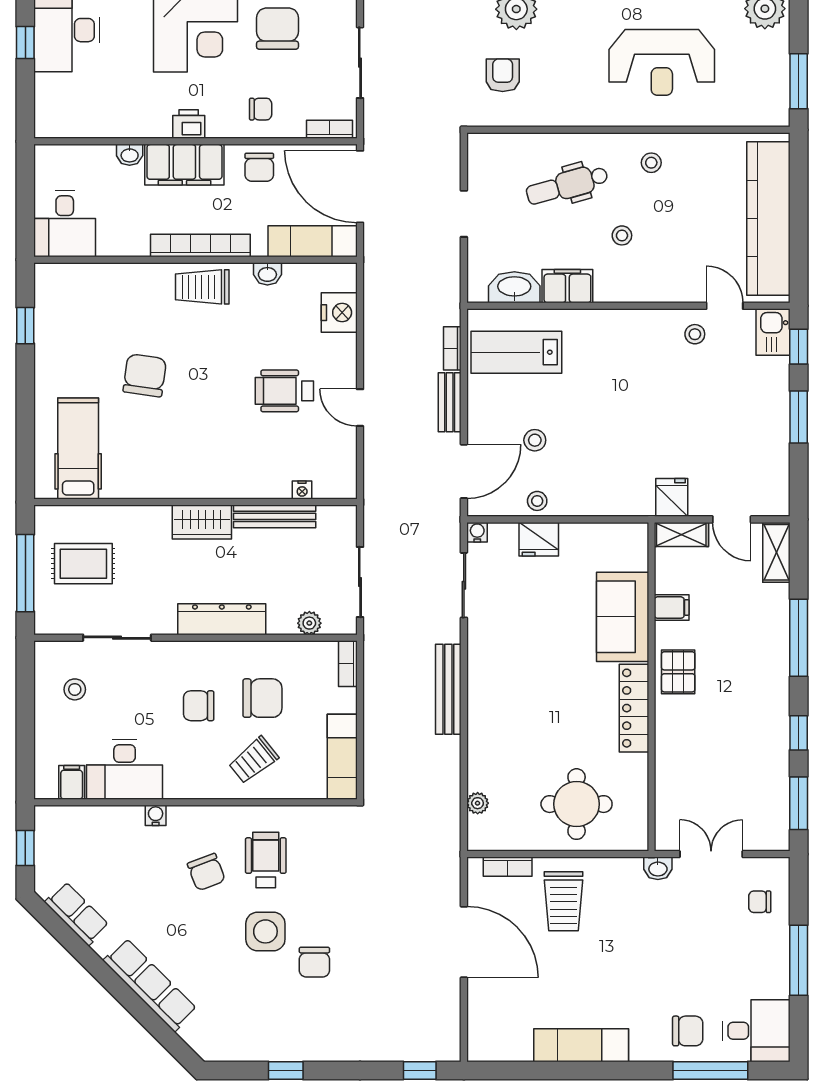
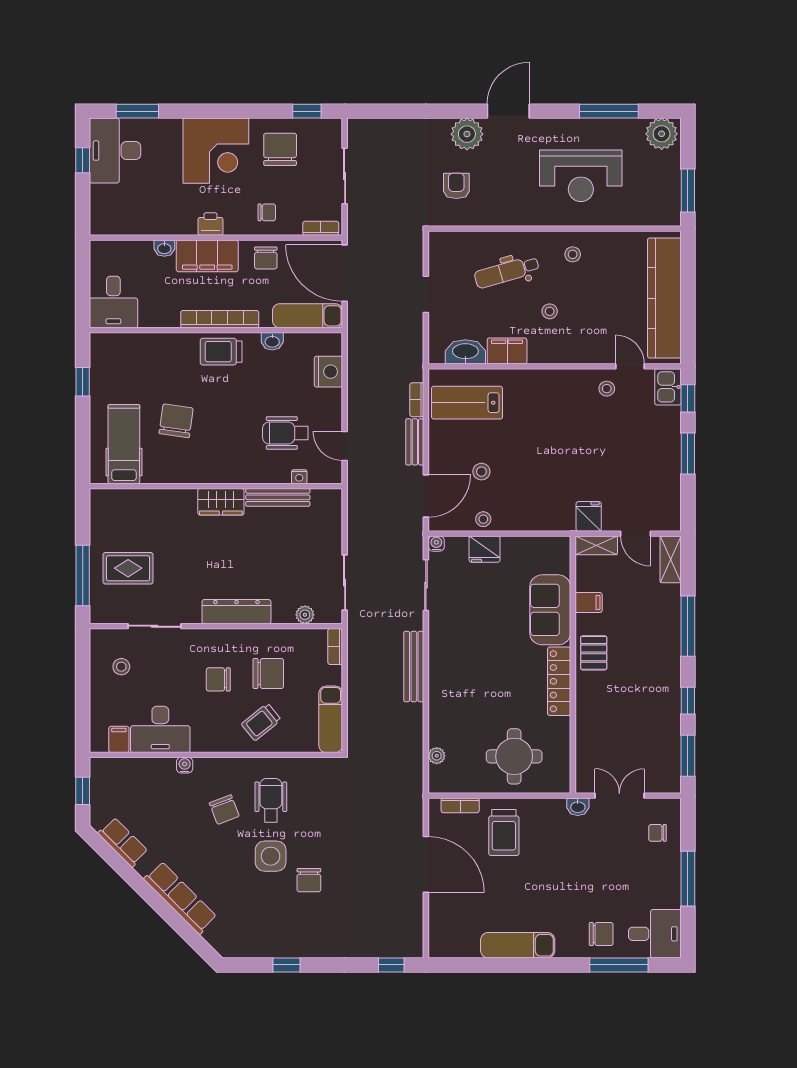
hospital bed: (78, 448) -> (124, 444), moved
nightstand: (302, 490) -> (299, 477), moved
wall: (196, 502) -> (216, 486), moved
bench: (275, 516) -> (278, 497), moved
wardrobe: (202, 522) -> (221, 502), moved

